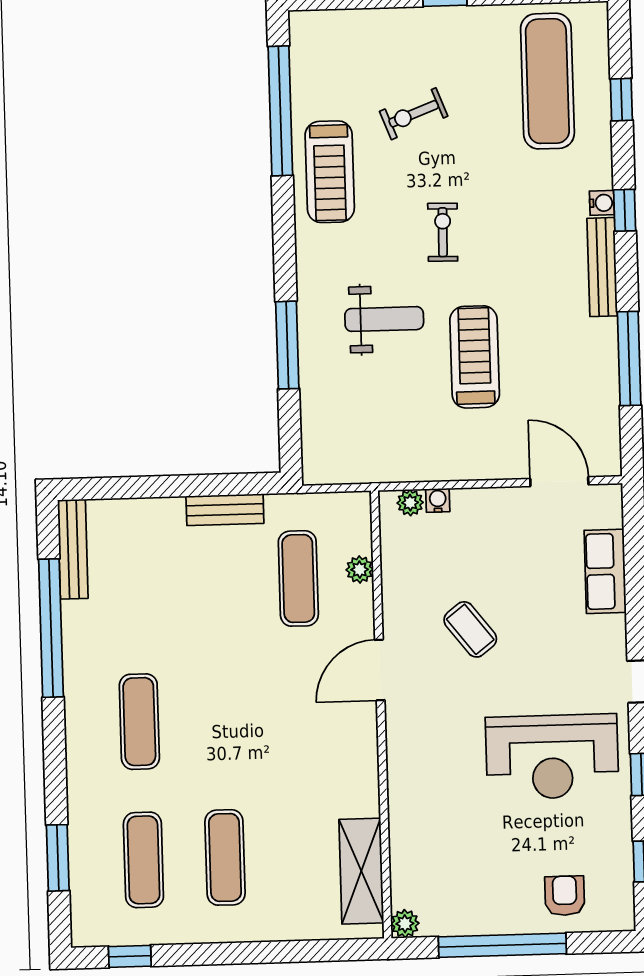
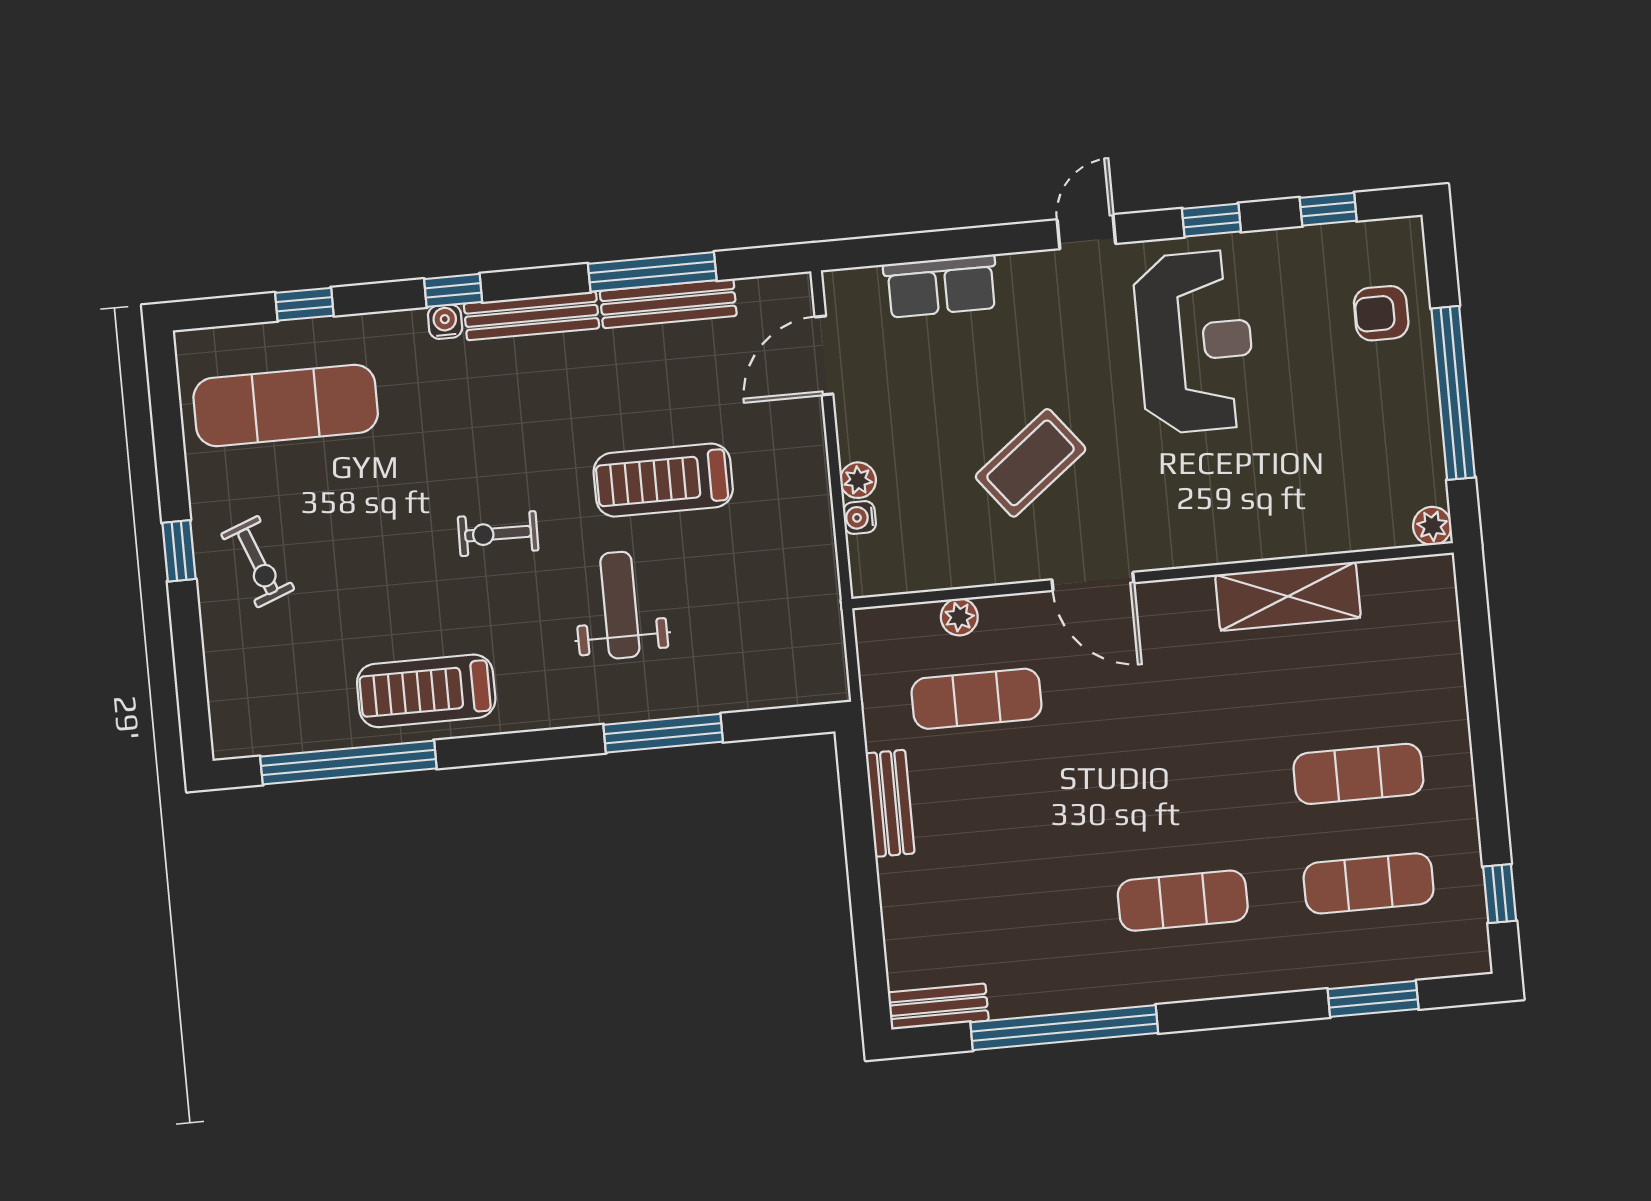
exercise bike: (414, 114) -> (258, 562), moved
treadmill: (330, 172) -> (426, 691), turned 180
bench: (605, 369) -> (668, 303), added
plant: (410, 503) -> (858, 480), moved
bench: (73, 549) -> (938, 1006), width x0.73
coffee table: (470, 629) -> (1031, 463), width x1.36, depth x1.30
shelving: (361, 871) -> (1288, 596), moved

